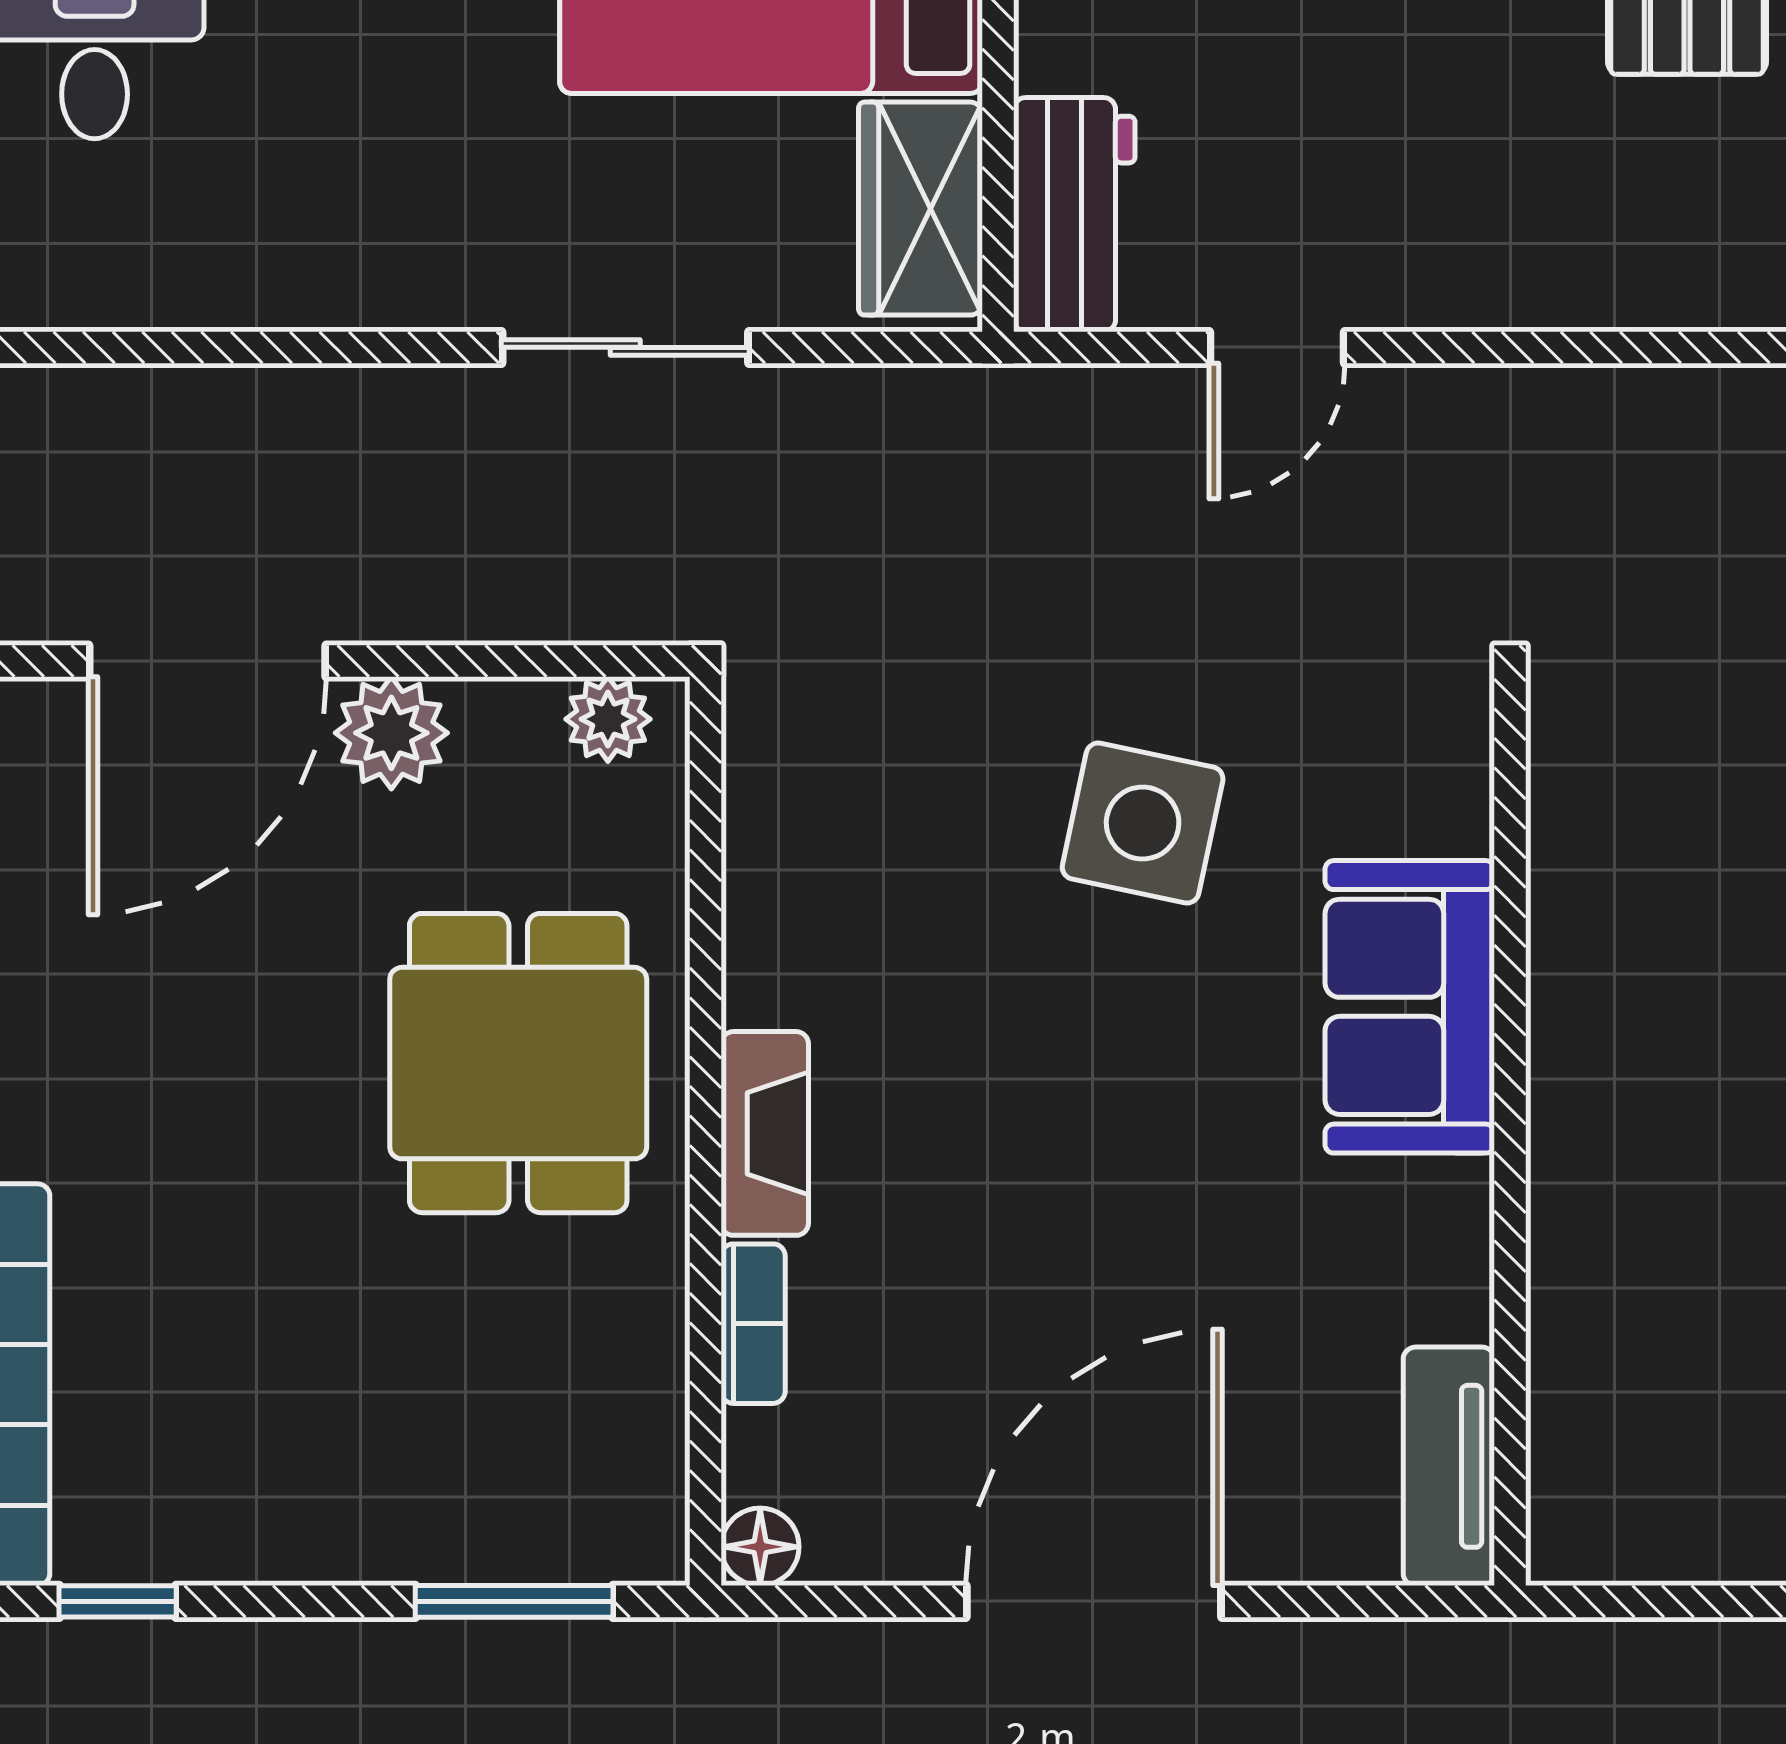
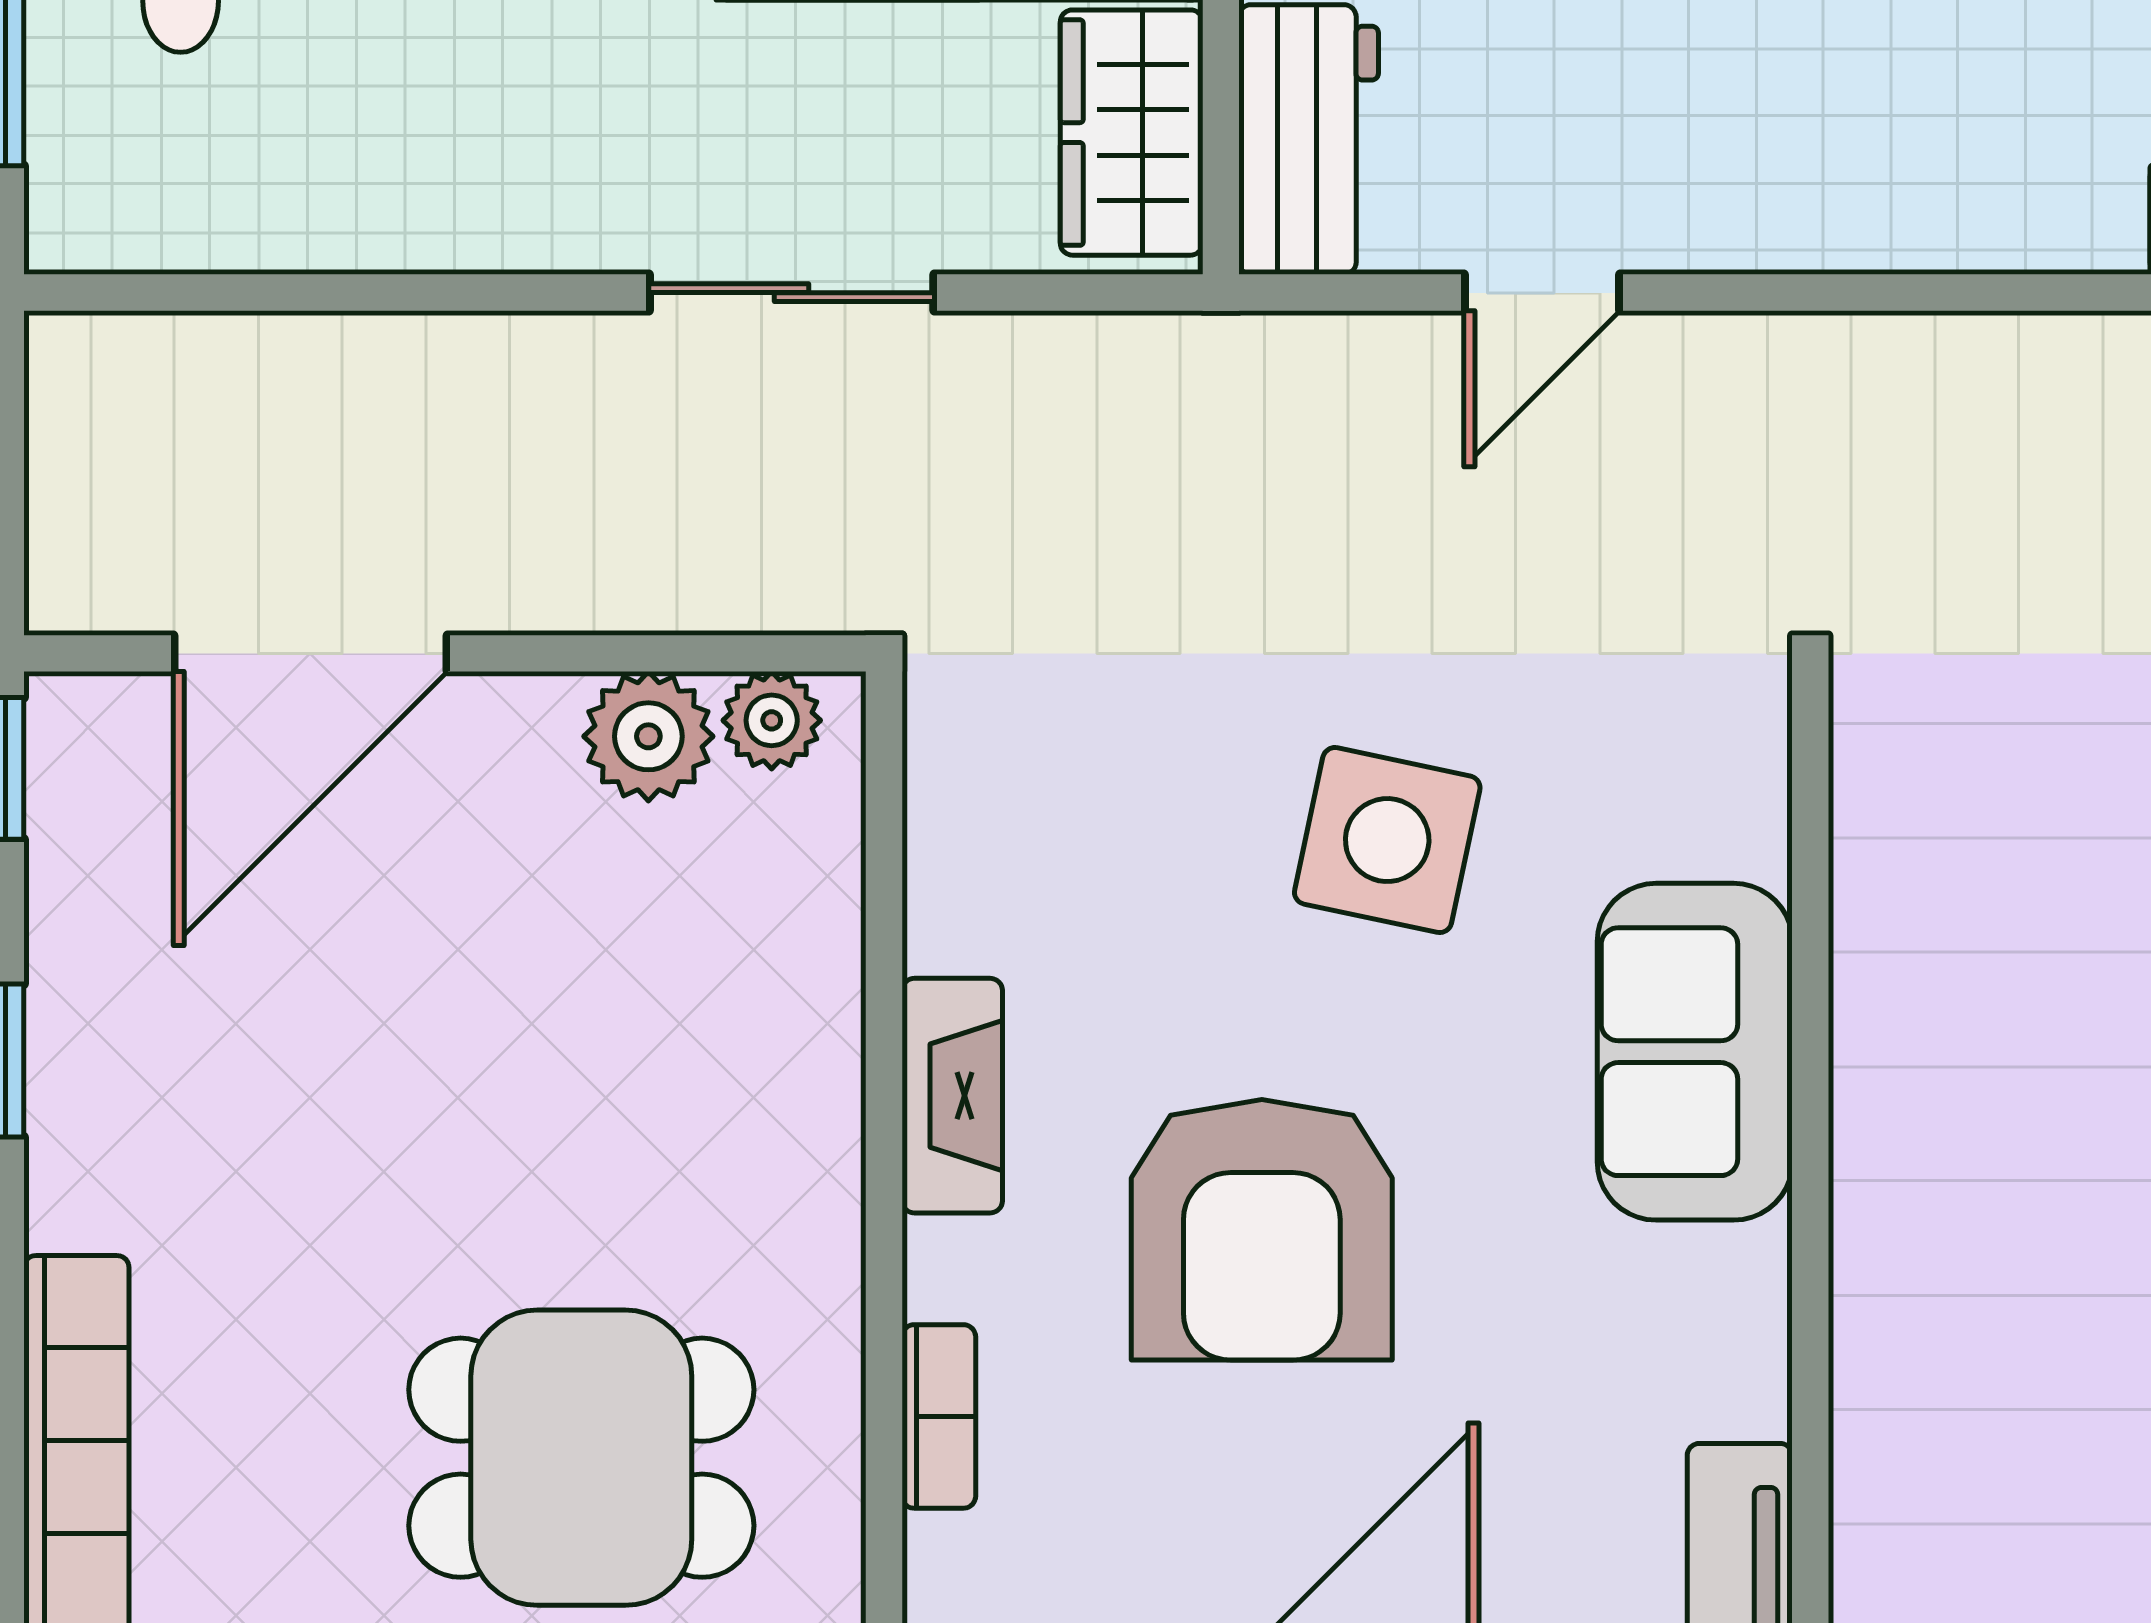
plant: (391, 733) -> (648, 736), moved
dining table: (518, 1063) -> (581, 1458), moved, turned 90
fireplace: (765, 1133) -> (952, 1096), moved
armchair: (1034, 1162) -> (1262, 1230), added

